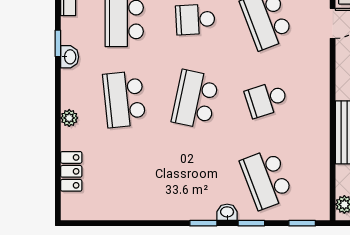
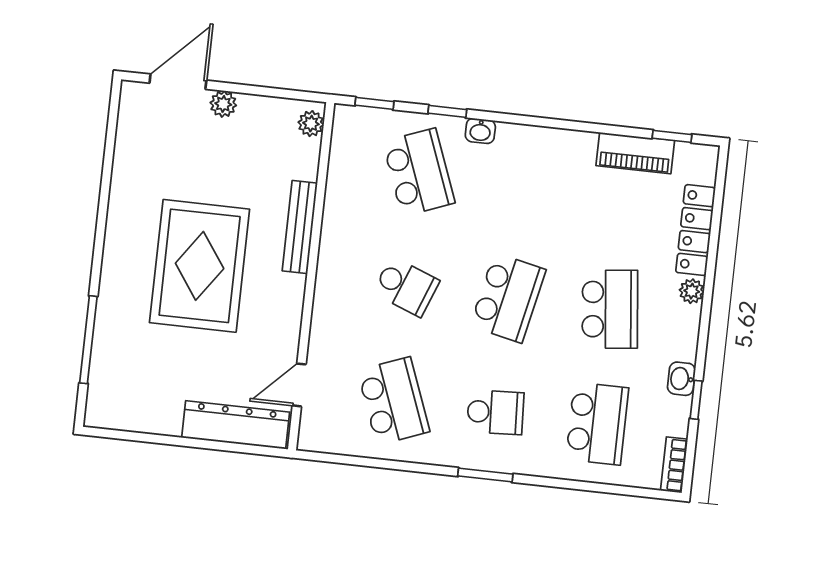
school desk: (266, 99) -> (406, 287), turned 39
locker: (71, 171) -> (696, 230), width x1.53
piano: (119, 209) -> (635, 153), added
window: (203, 223) -> (672, 136), moved

